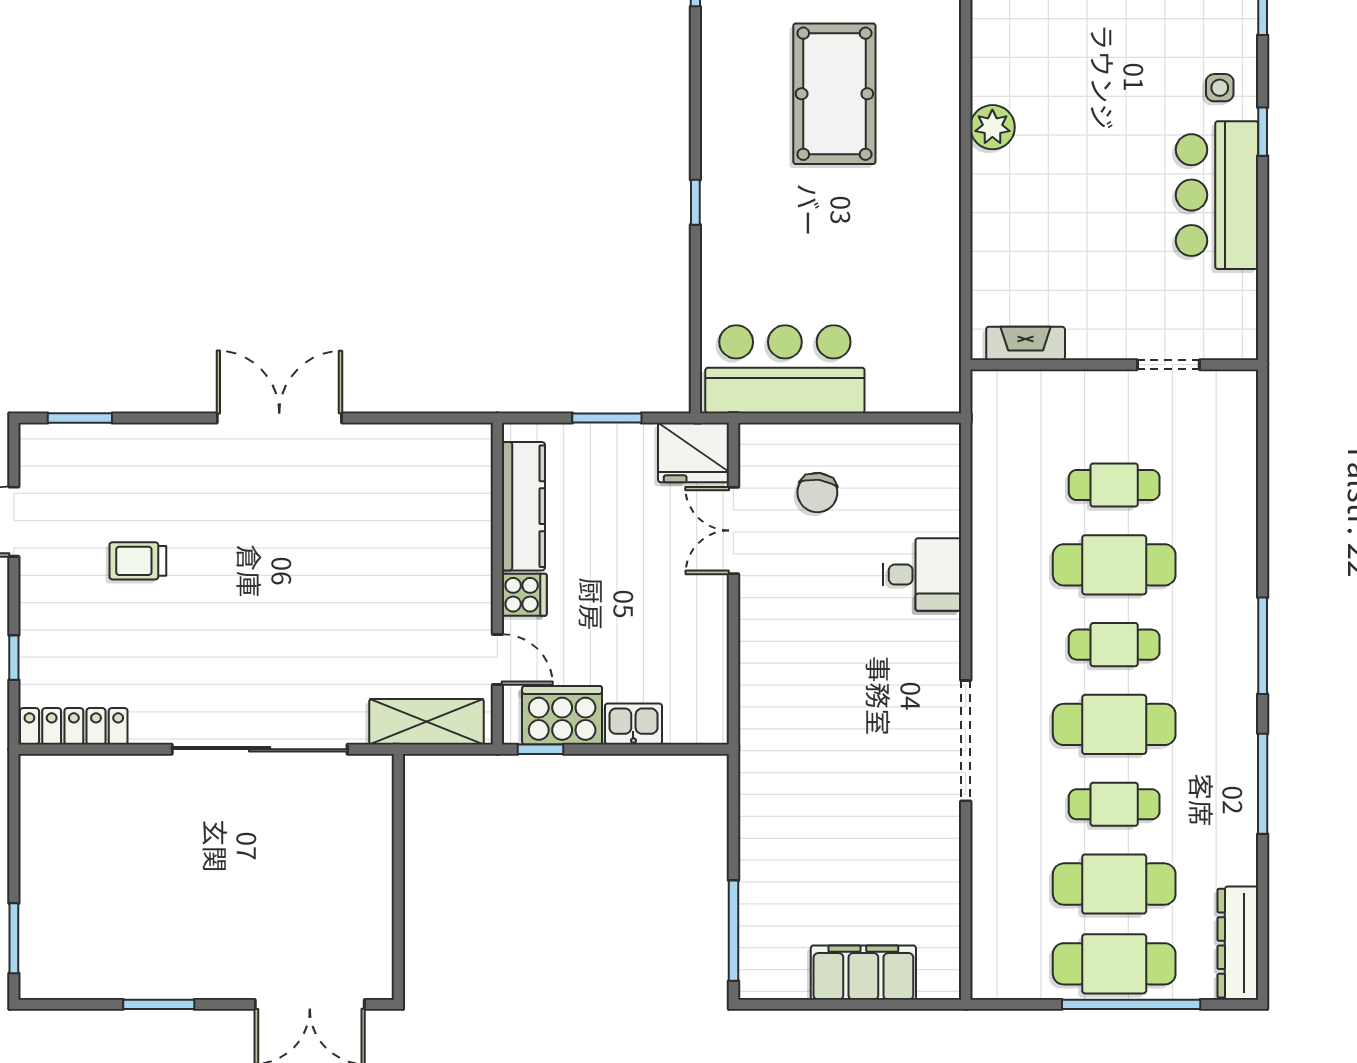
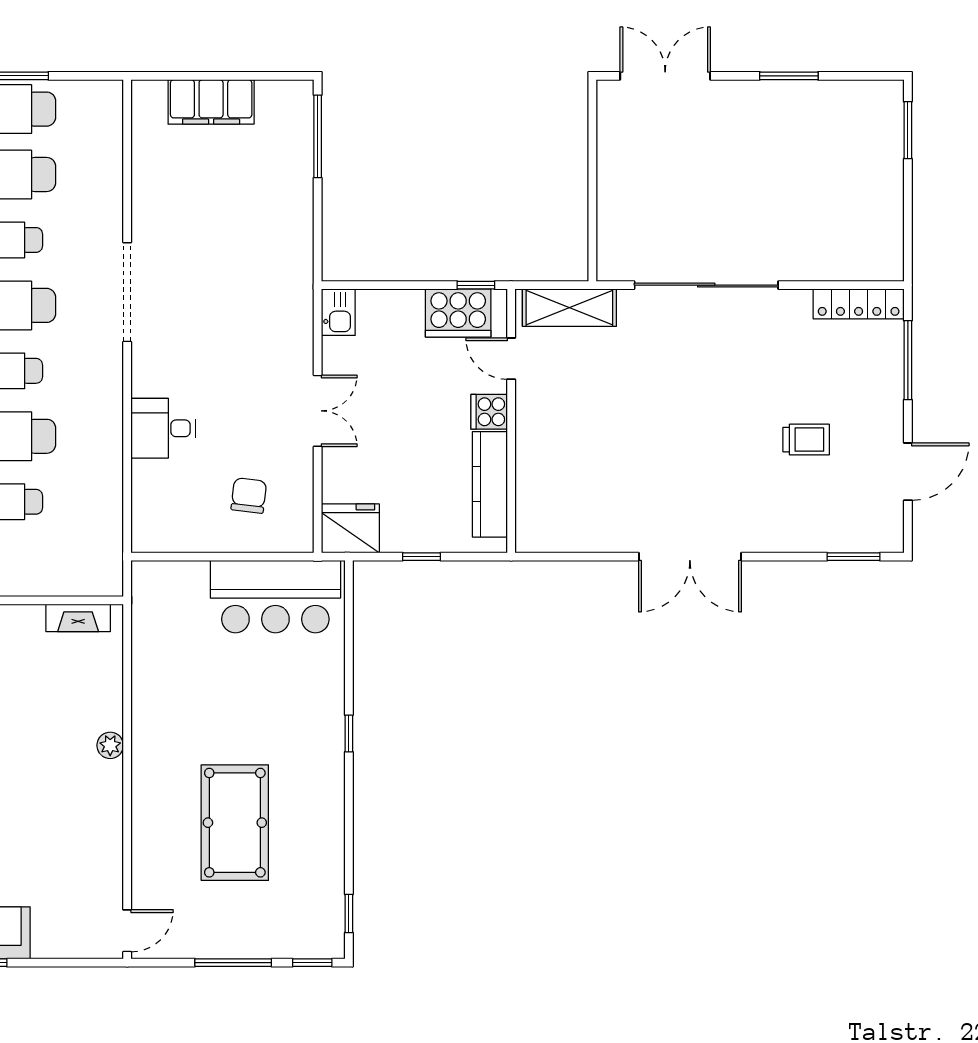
plant: (992, 127) -> (110, 745), moved, width x0.73, depth x0.73
window: (607, 418) -> (421, 557), width x0.67
double door: (733, 531) -> (318, 411), moved
window: (14, 658) -> (908, 360), width x2.17
kitchen sink: (633, 724) -> (338, 312), moved, turned -90

